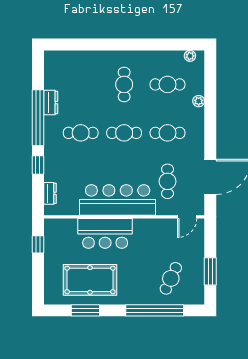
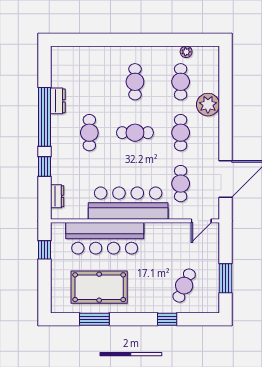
plant: (190, 56) -> (186, 52), moved
cafe table: (168, 84) -> (181, 82), turned 90
plant: (199, 101) -> (208, 105), width x1.88, depth x1.88
cafe table: (81, 133) -> (89, 133), turned 90
cafe table: (168, 133) -> (181, 133), turned 90
bar counter: (105, 233) -> (105, 238), width x1.36
window: (155, 310) -> (167, 319), width x0.32

